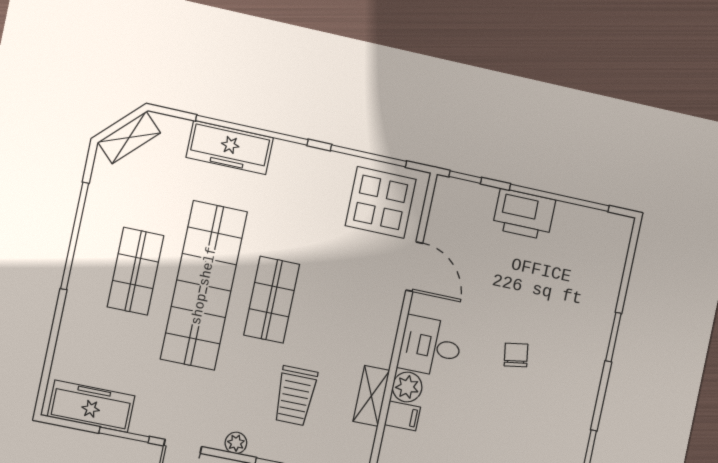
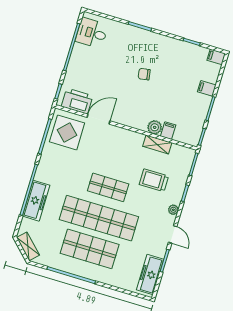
printer: (524, 214) -> (77, 101), moved, turned -90
shop shelf: (135, 271) -> (90, 249), width x1.43, depth x1.36
desk: (430, 346) -> (92, 33), moved, turned 90
trolley: (295, 396) -> (154, 180), turned 180

